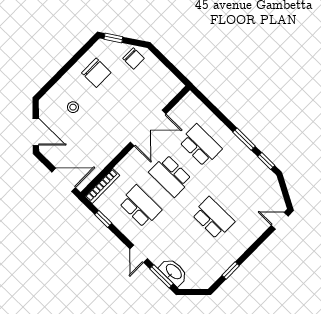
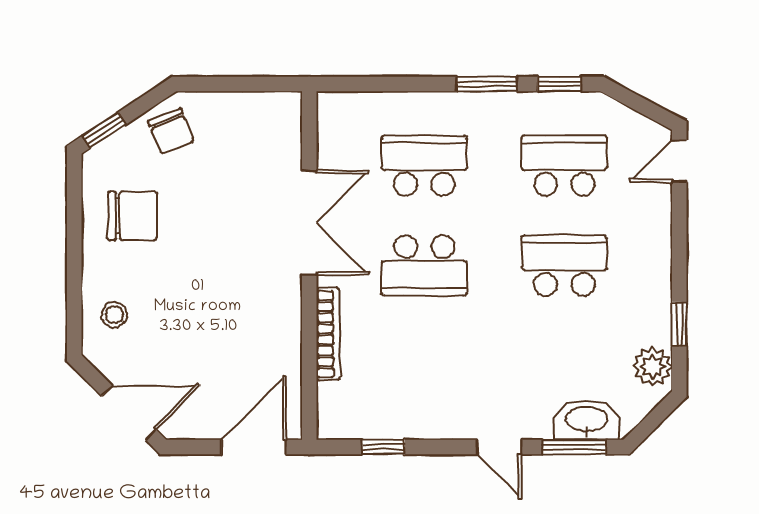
chair: (133, 58) -> (171, 131), turned 68
stool: (73, 107) -> (114, 315), moved
bookcase: (102, 186) -> (328, 334), moved
school desk: (140, 206) -> (564, 165), moved
plant: (210, 275) -> (653, 366), added

